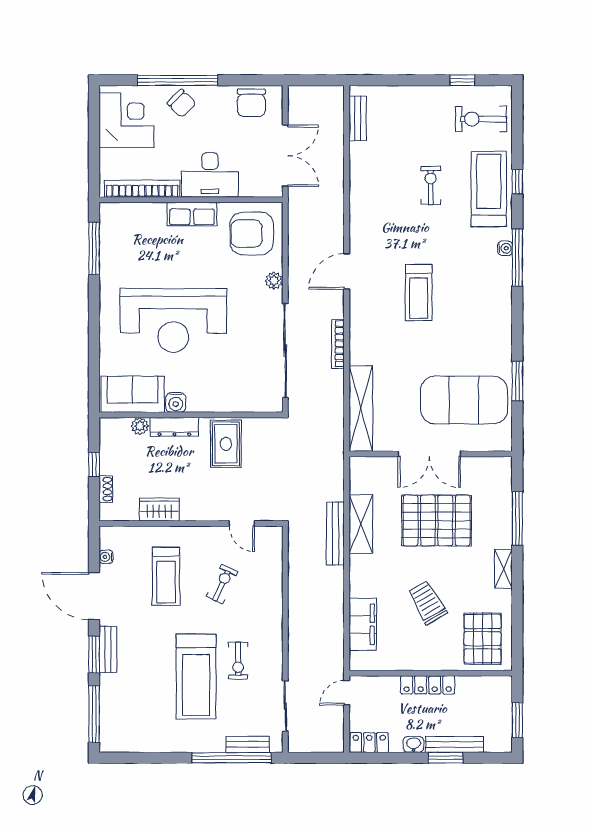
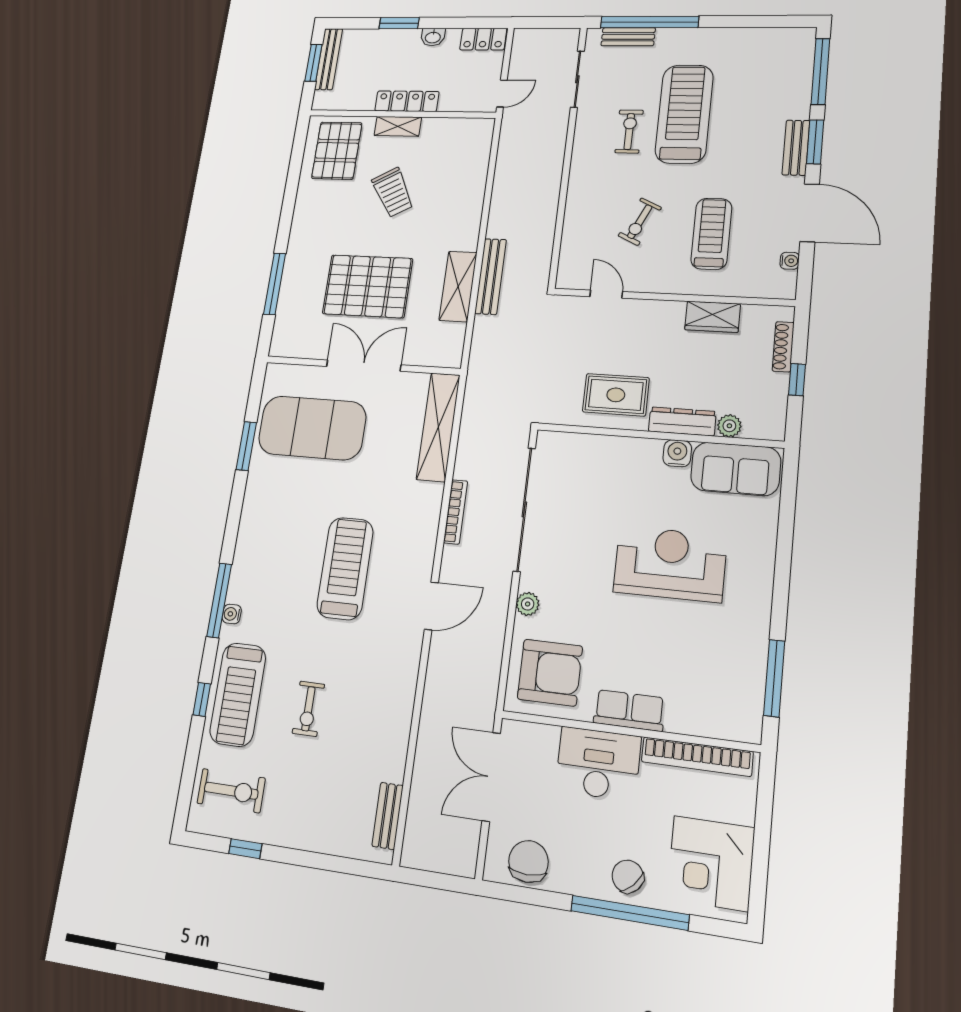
treadmill: (419, 292) -> (345, 568), width x1.37, depth x1.38
reception desk: (173, 320) -> (670, 564), width x0.74, depth x0.77
rug: (226, 444) -> (616, 395), turned 90
shoe rack: (106, 489) -> (783, 347), width x1.43
shelving: (503, 569) -> (398, 126), moved, turned 90
filing cabinet: (363, 624) -> (472, 170), removed
bench: (454, 744) -> (328, 59), moved, turned 90

